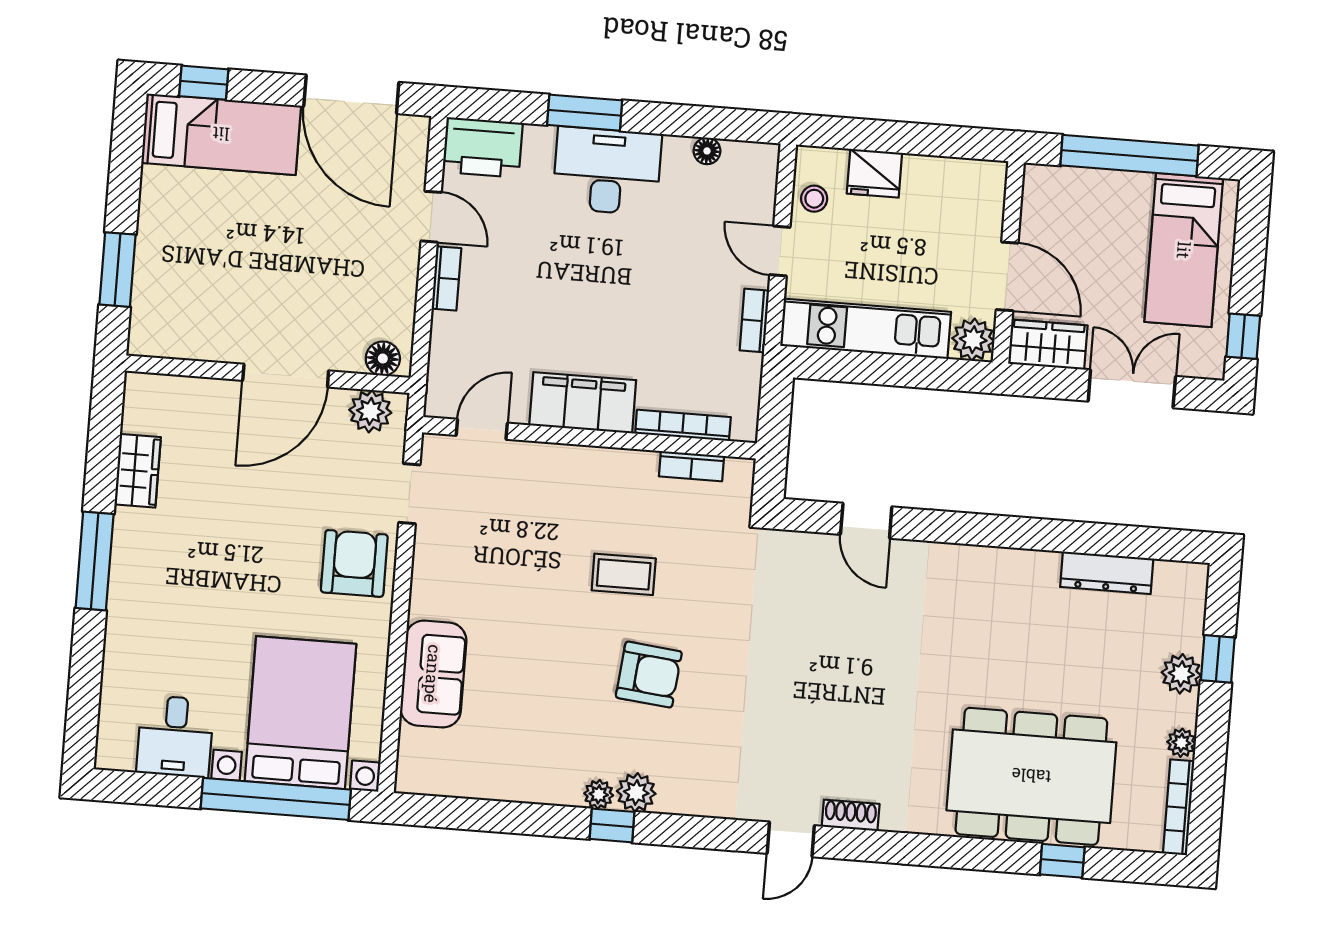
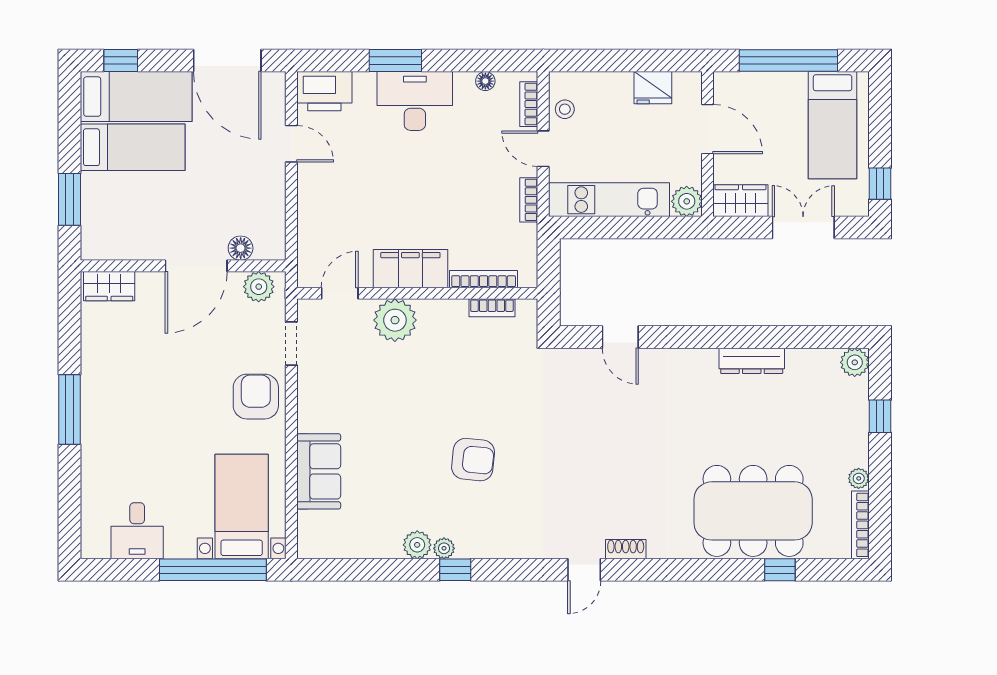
fridge: (874, 173) -> (653, 88), moved
bed: (211, 204) -> (133, 147), added
door: (1007, 276) -> (707, 129), moved
bookcase: (446, 278) -> (529, 104), moved, turned 180
floor lamp: (383, 359) -> (241, 248), moved
wardrobe: (138, 471) -> (109, 286), moved, turned 90
plant: (556, 473) -> (395, 320), added
dresser: (1107, 573) -> (752, 361), moved
coffee table: (624, 574) -> (449, 389), removed
plant: (1181, 674) -> (855, 362), moved
bed with nightstands: (300, 713) -> (242, 506), width x0.73
plant: (636, 792) -> (417, 545), moved

